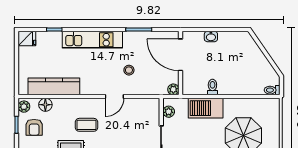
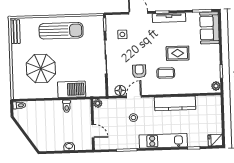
door: (180, 55) -> (93, 131), width x0.53
kitchen counter: (54, 86) -> (175, 103), moved
door: (114, 97) -> (134, 97), moved
floor lamp: (45, 105) -> (120, 90), moved
plant: (169, 112) -> (101, 86), removed
armchair: (34, 127) -> (139, 71), moved

